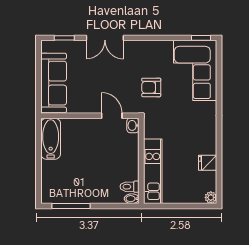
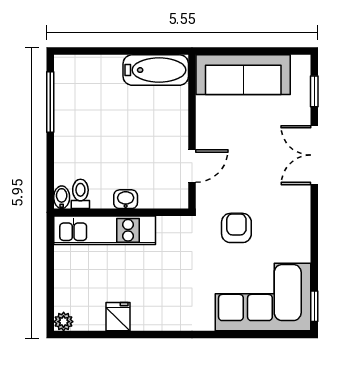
washbasin: (133, 125) -> (126, 199), moved

